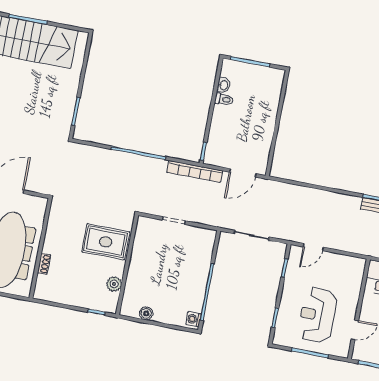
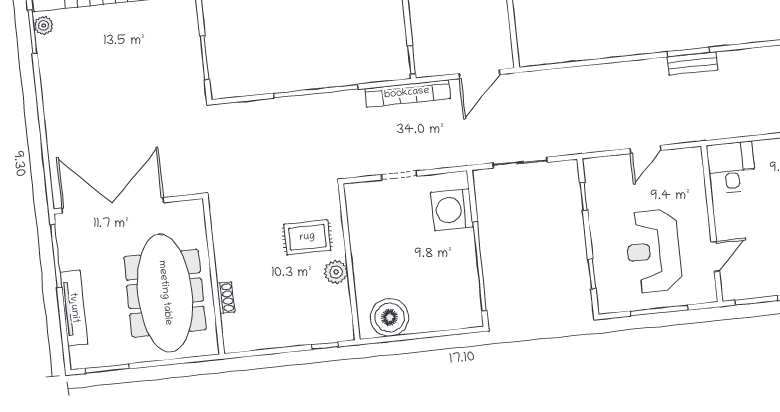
rug: (106, 242) -> (307, 237), width x0.73, depth x0.70
door: (313, 247) -> (646, 149), moved
plant: (114, 284) -> (336, 272), moved
boiler: (146, 313) -> (390, 317), width x1.86, depth x1.86
washing machine: (194, 319) -> (452, 210), moved, width x1.89, depth x1.89

